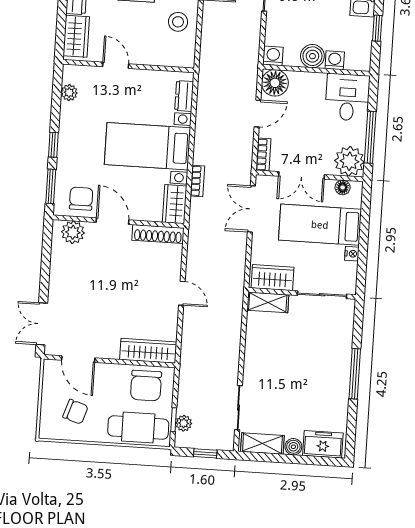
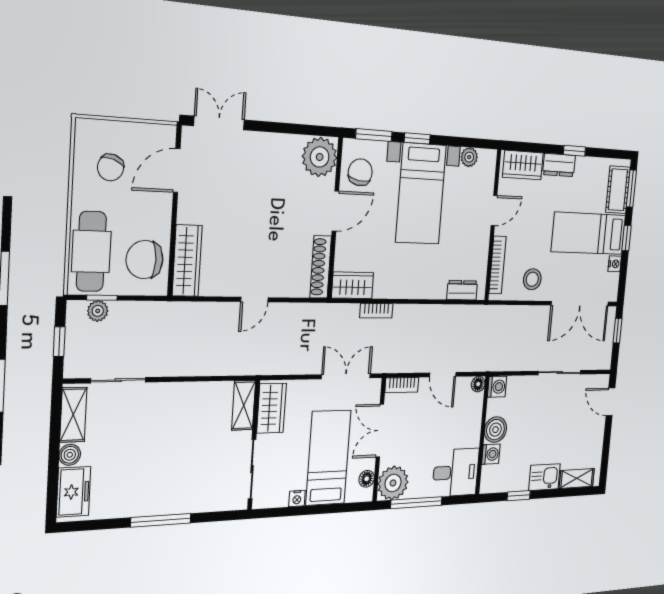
bookcase: (164, 60) -> (497, 265), added
floor lamp: (275, 83) -> (478, 384), width x0.53, depth x0.53
bed with nightstands: (147, 146) -> (421, 194), moved, turned 180
chair: (81, 199) -> (360, 172), turned -81
plant: (73, 232) -> (320, 157), width x1.36, depth x1.36

